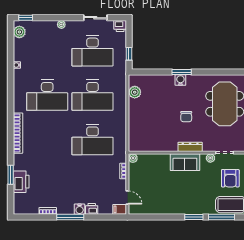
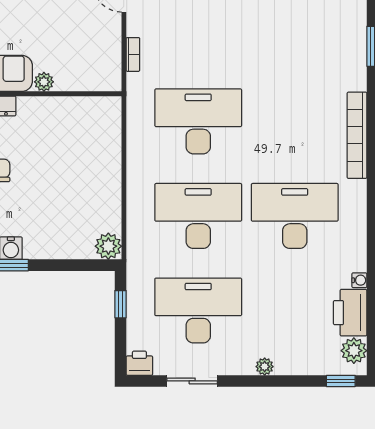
plant: (135, 92) -> (108, 246), moved
plant: (133, 158) -> (44, 82), moved
printer: (21, 182) -> (350, 313), moved

